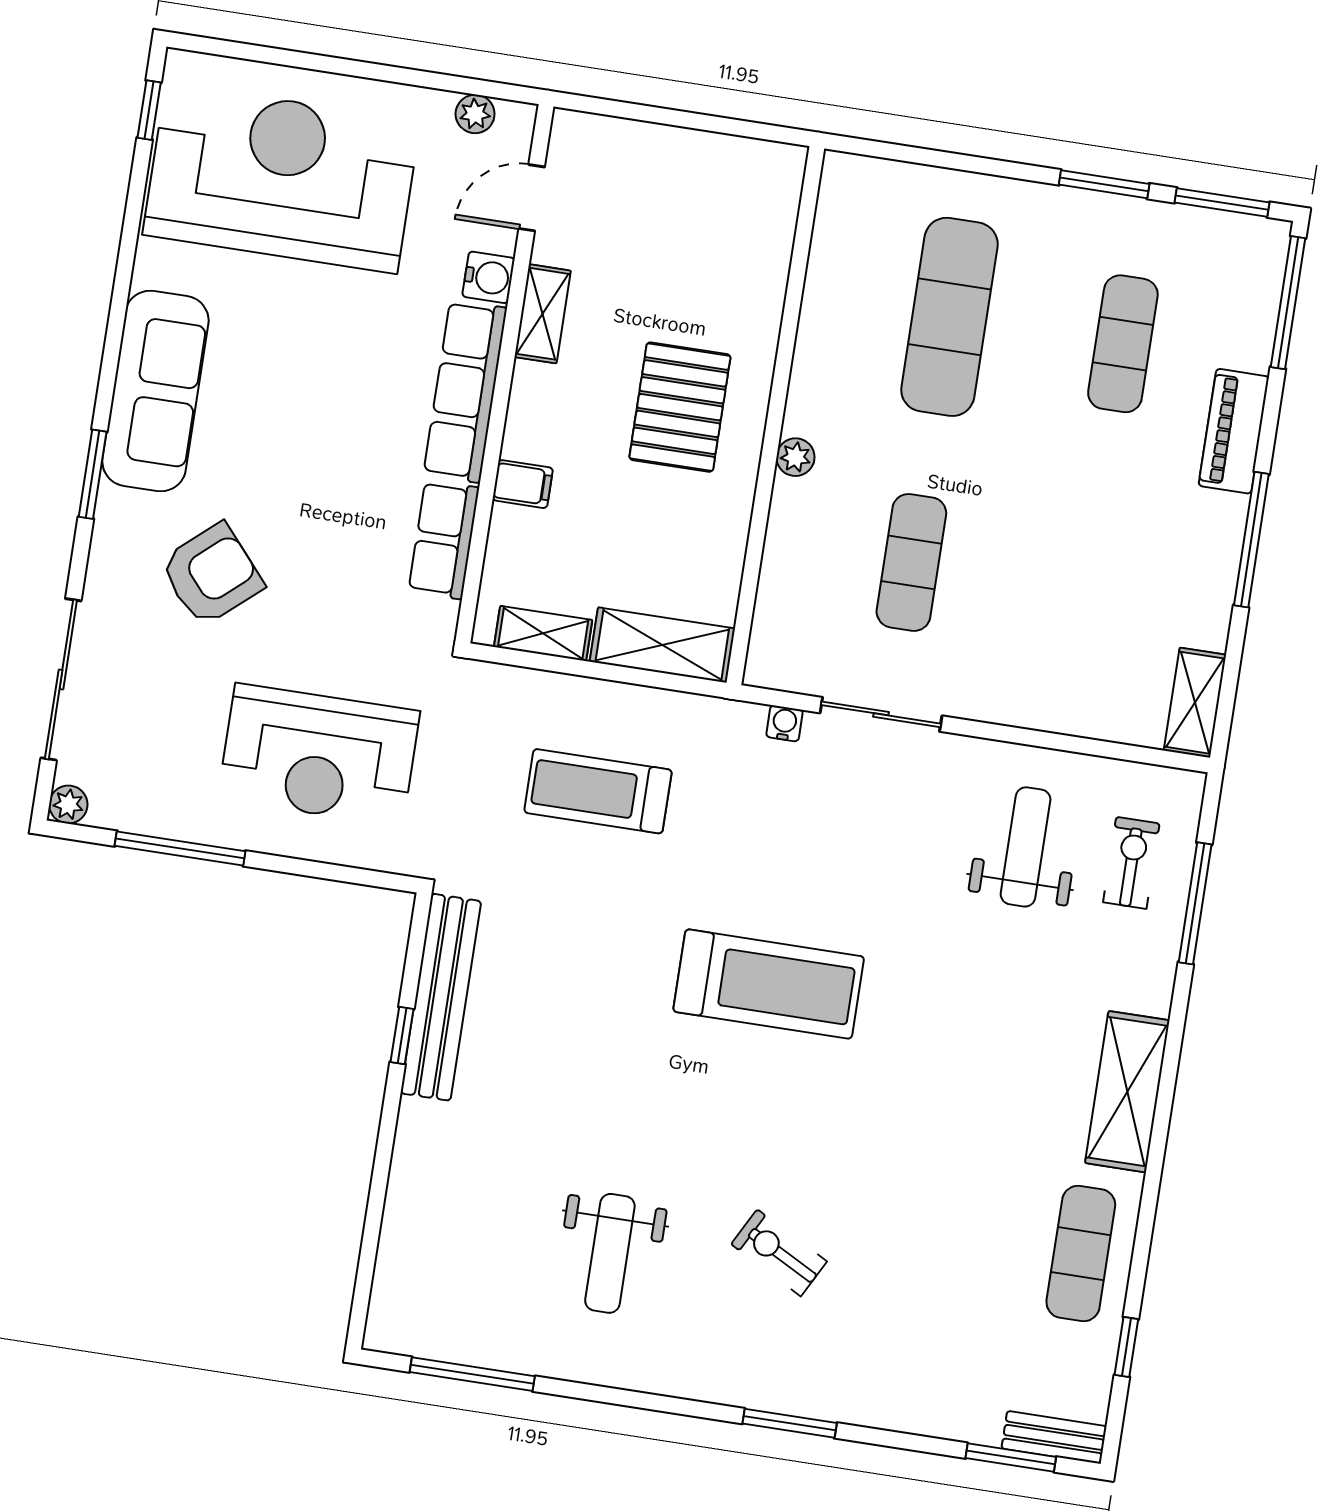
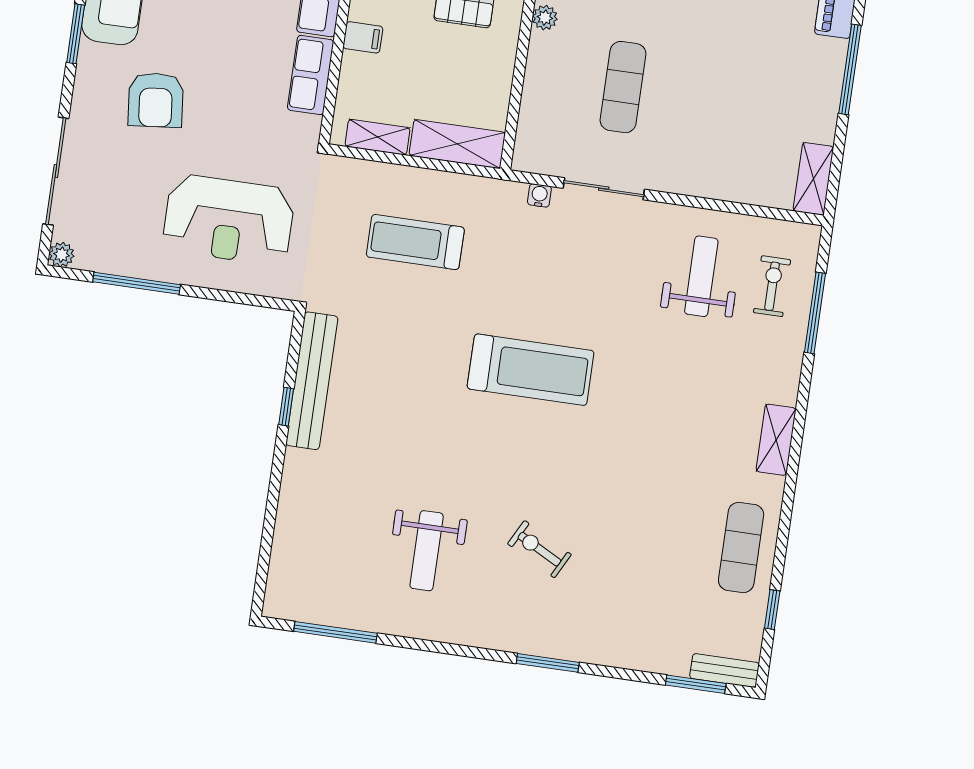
armchair: (212, 575) -> (156, 100), turned 125
shelving: (1127, 1092) -> (776, 440), width x0.67, depth x0.75

